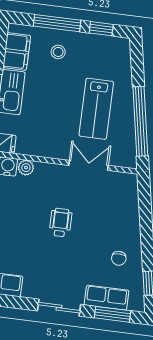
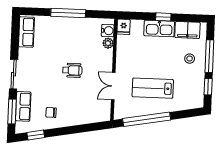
double door: (88, 165) -> (113, 86), swing flipped

